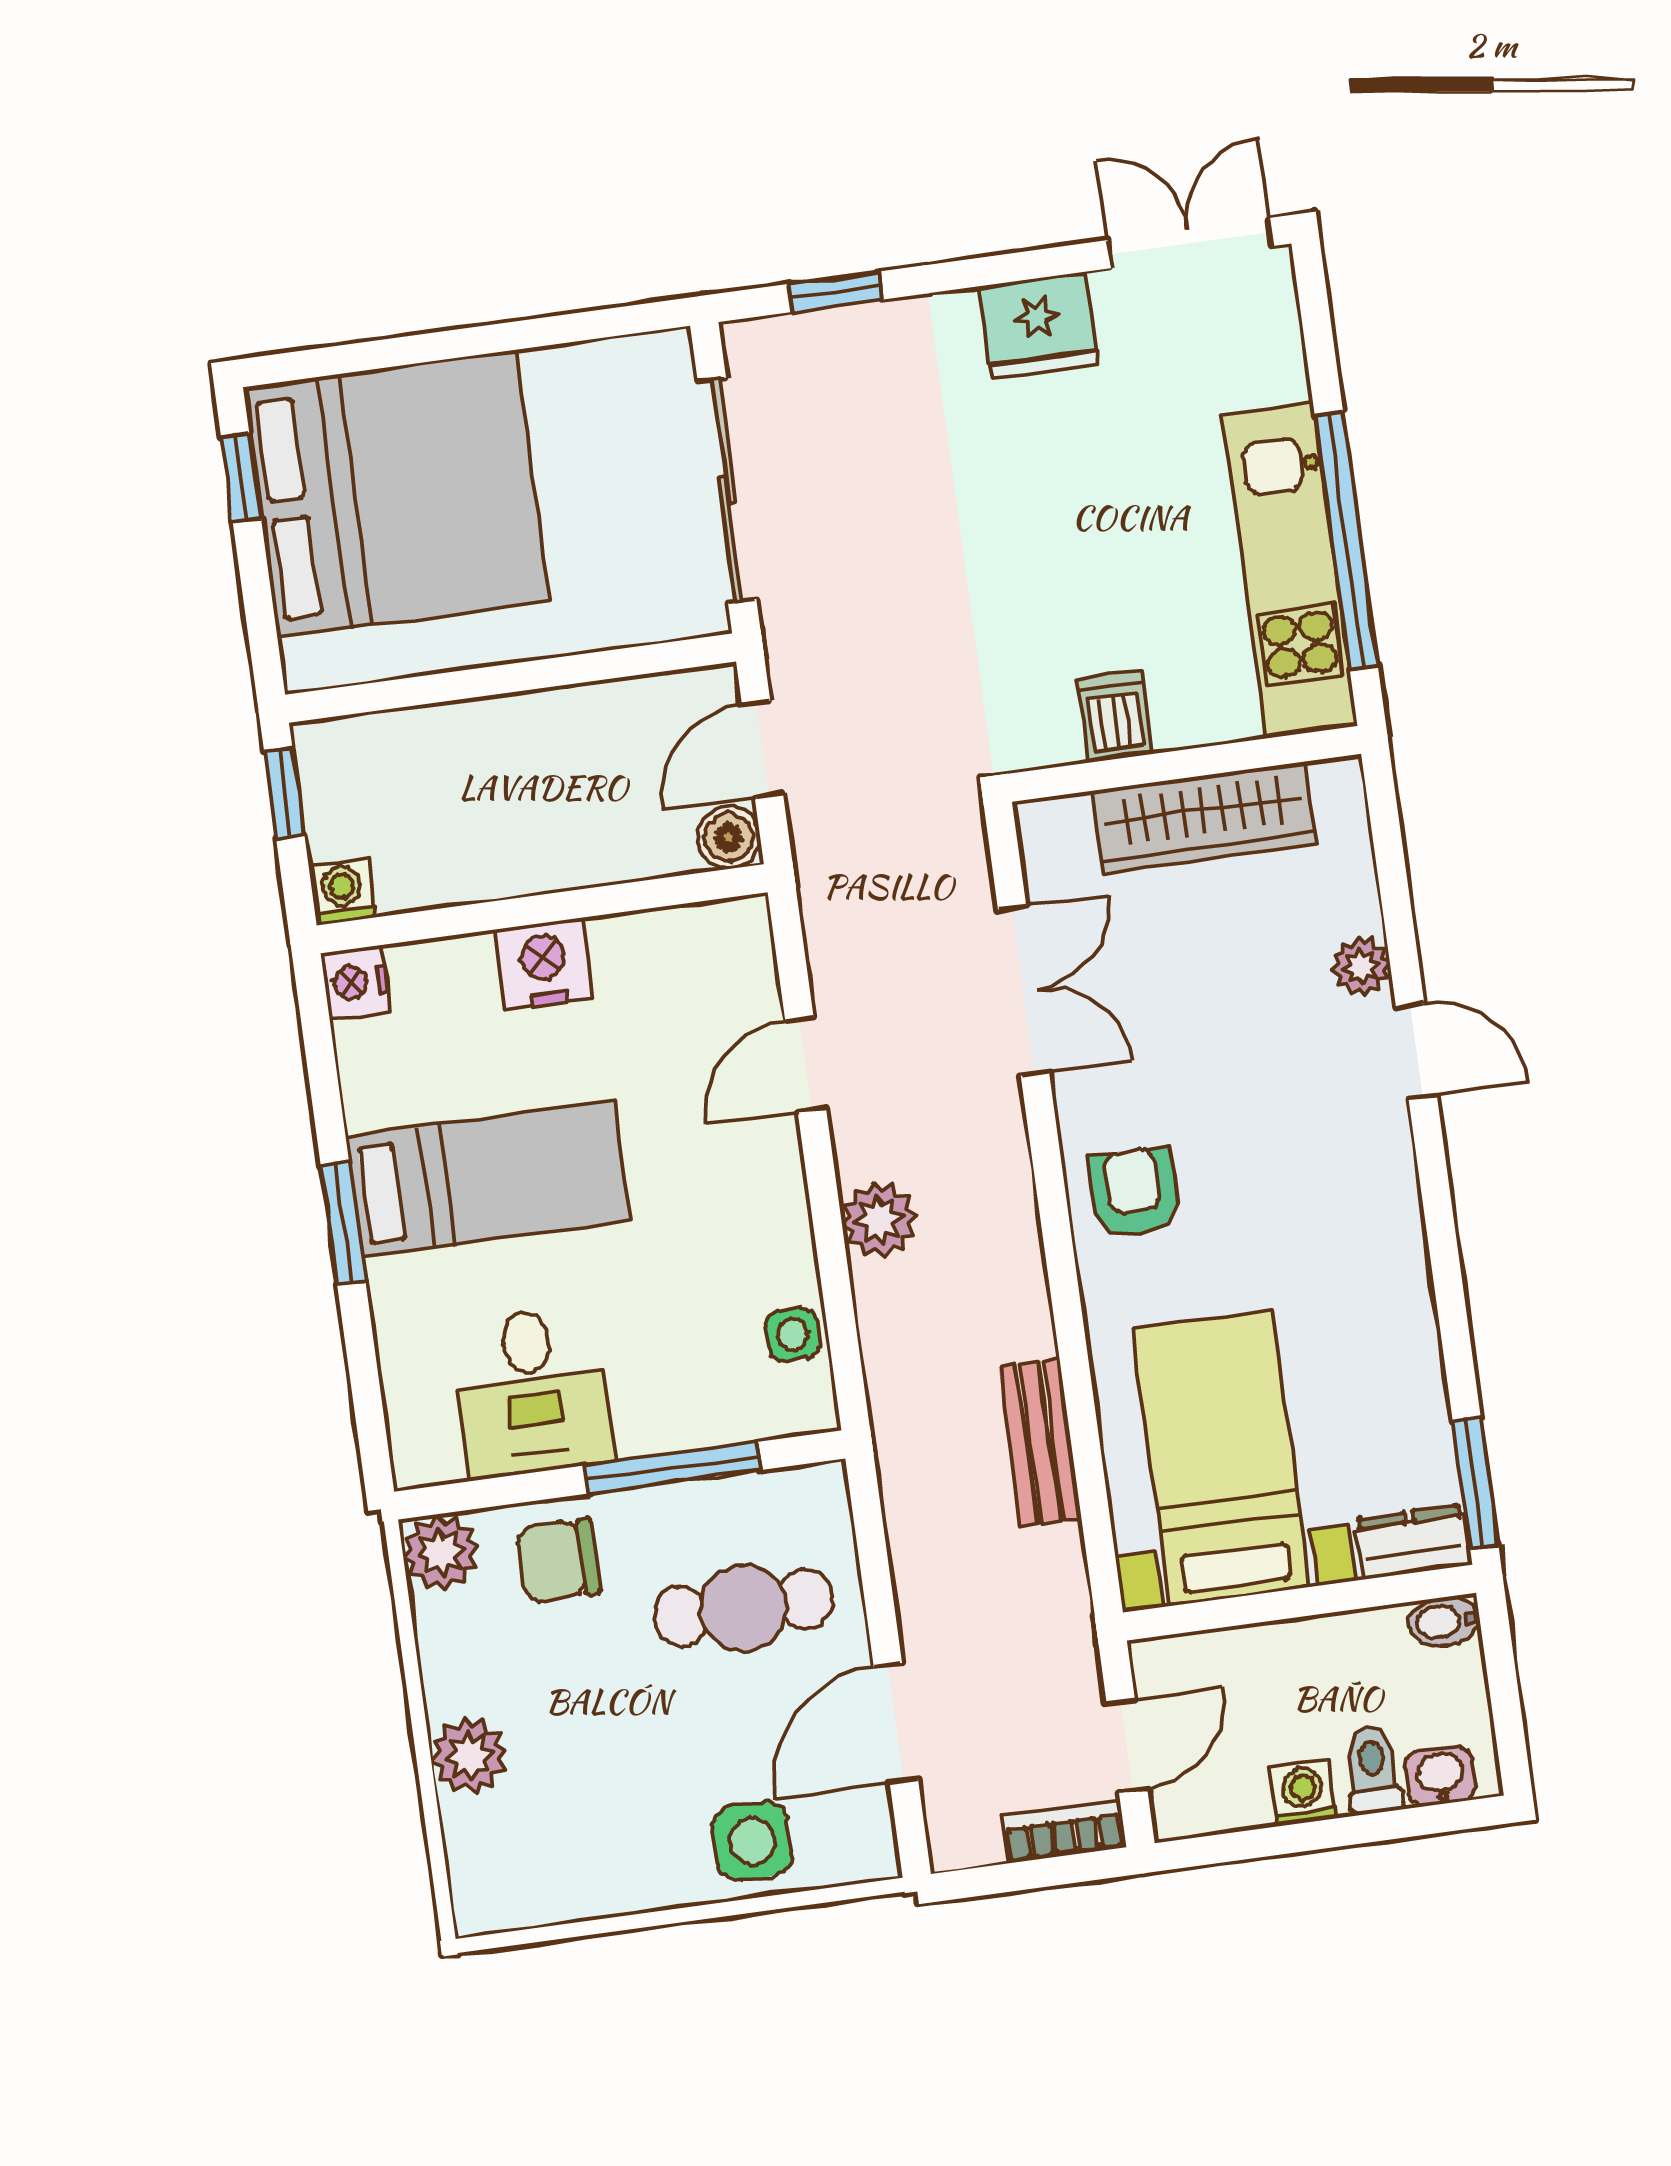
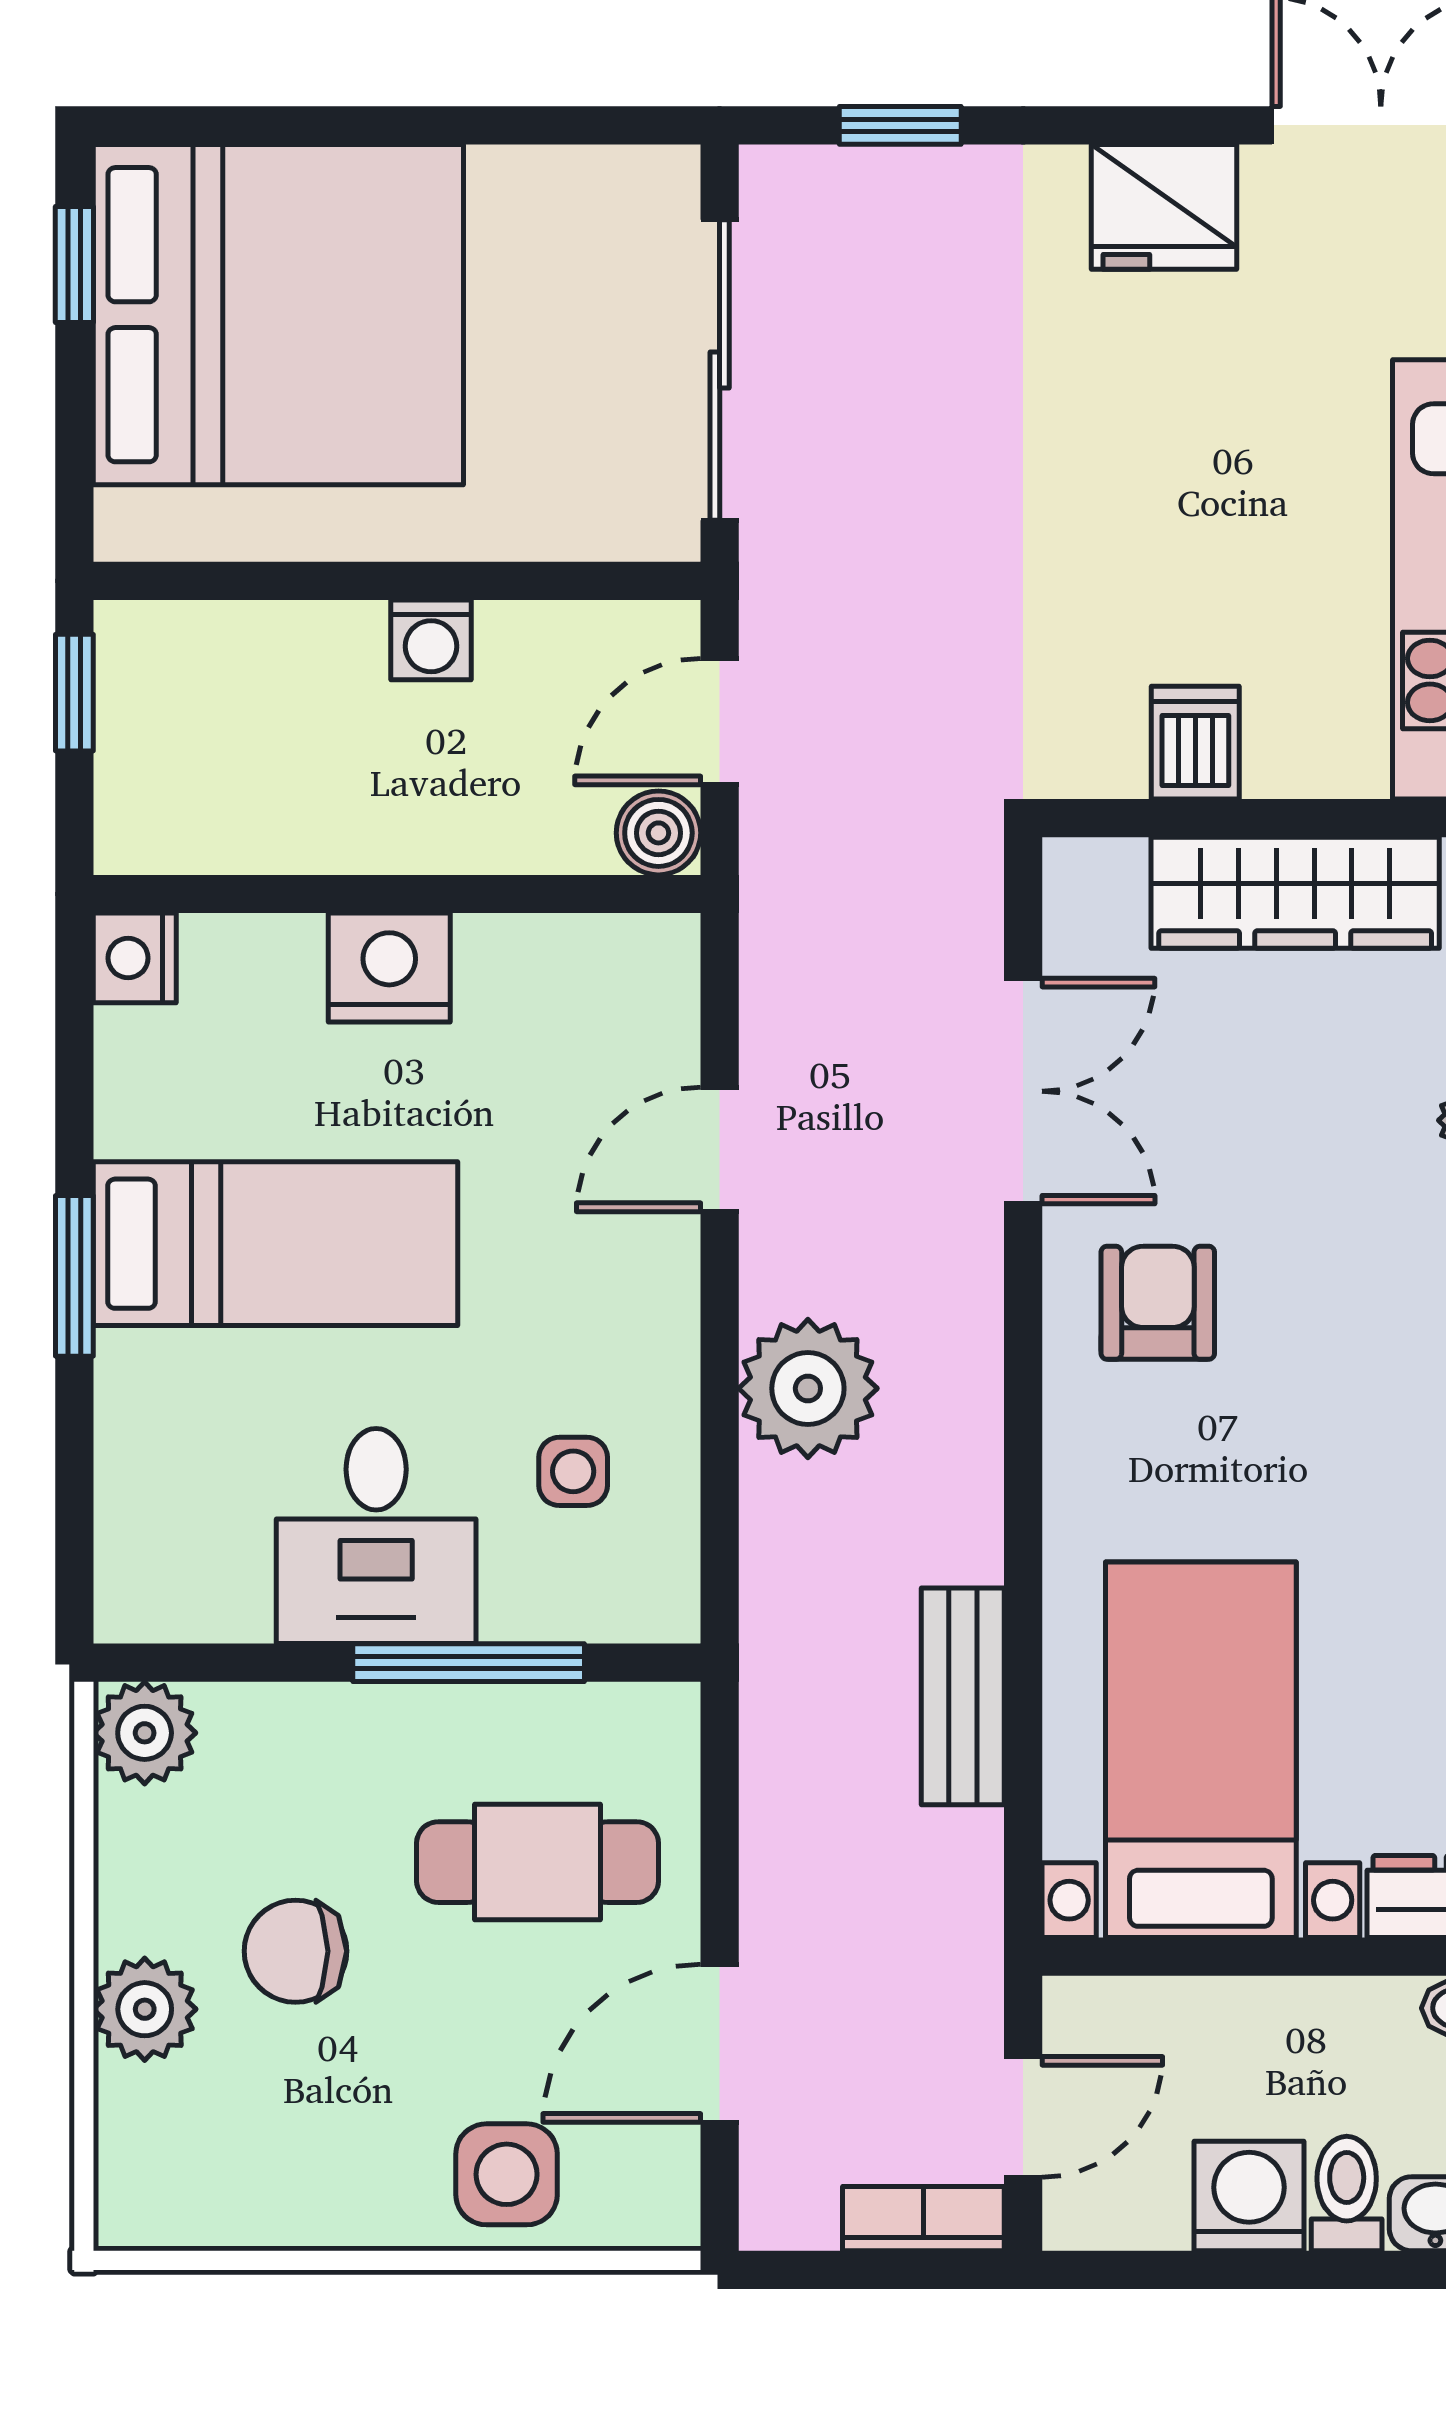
washing machine: (342, 892) -> (431, 640), moved, turned 180
armchair: (1134, 1193) -> (1158, 1303), moved
plant: (879, 1220) -> (808, 1388), width x1.36, depth x1.36
side table: (793, 1335) -> (573, 1471), moved
desk: (532, 1392) -> (376, 1536), moved
chair: (558, 1561) -> (295, 1951), moved
washing machine: (1303, 1793) -> (1249, 2196), width x1.38, depth x1.38

